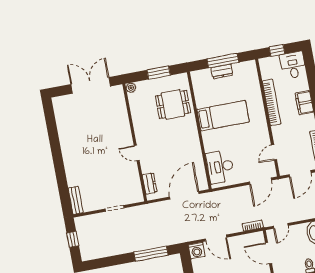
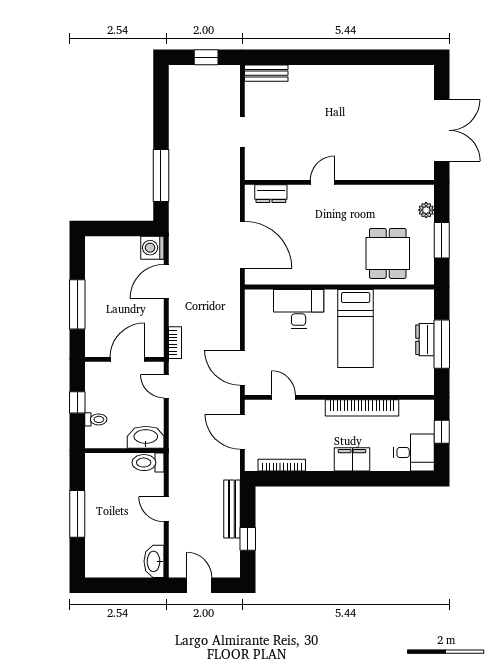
plant: (131, 88) -> (426, 210), moved
desk: (220, 167) -> (299, 309), moved

